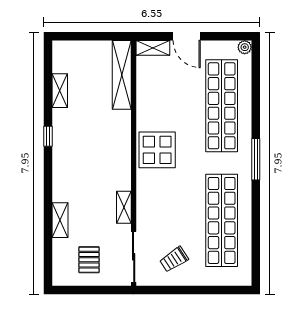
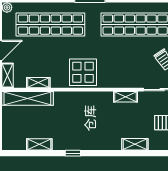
shelving: (143, 89) -> (38, 83), added

